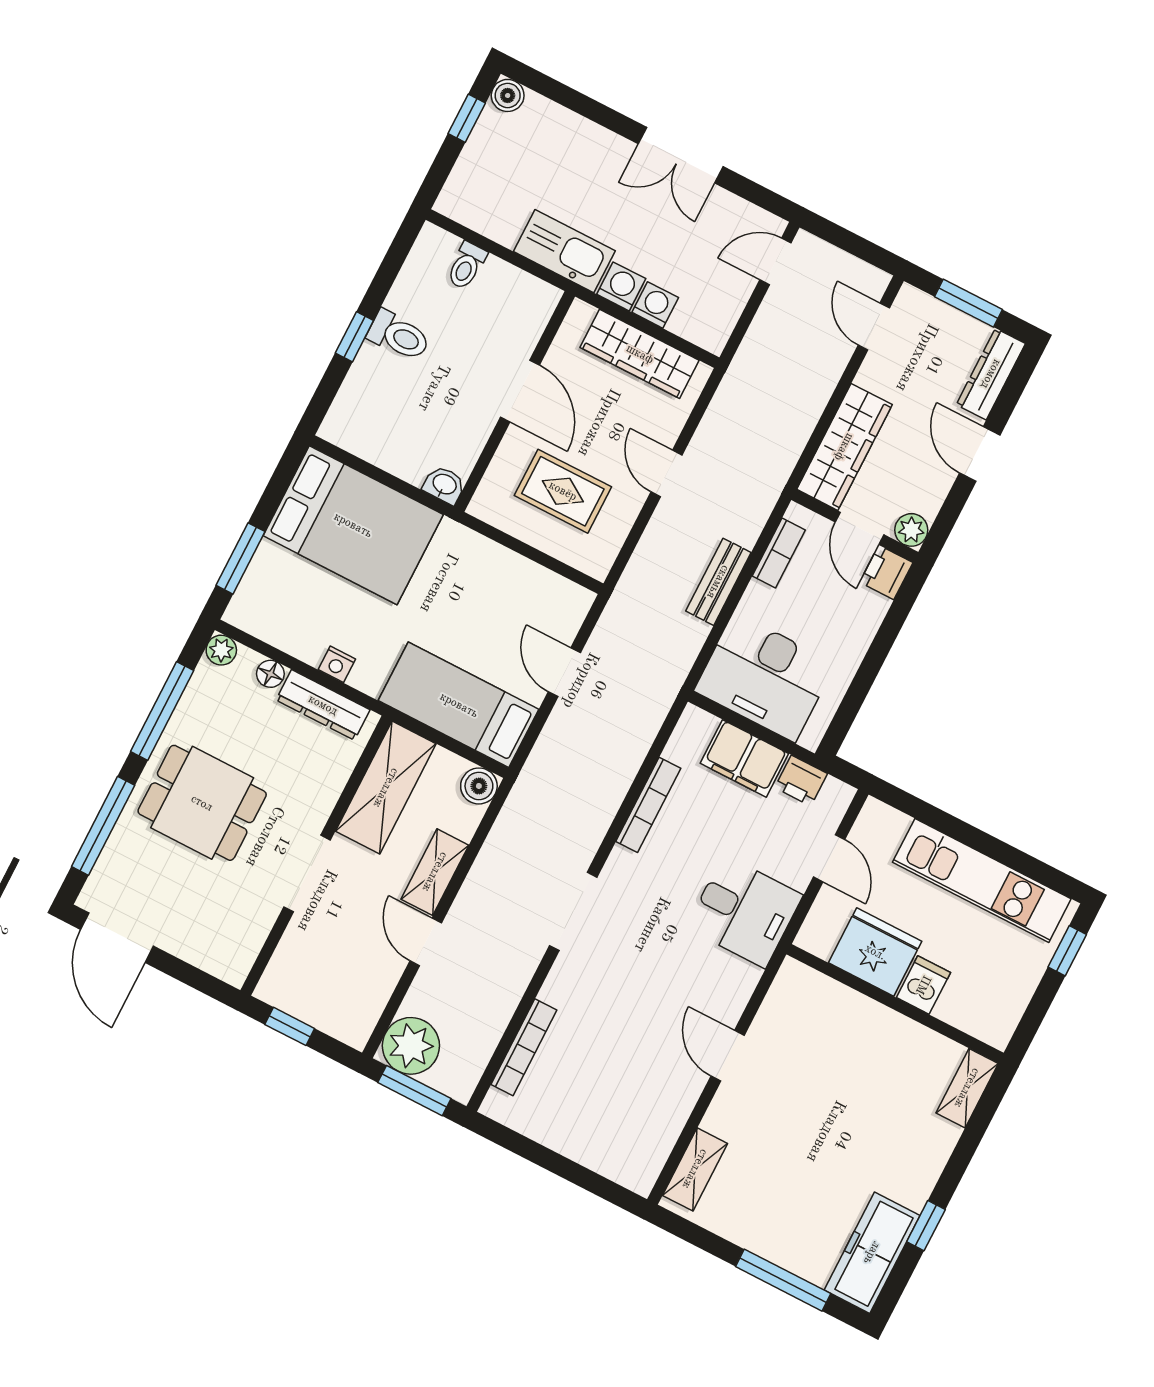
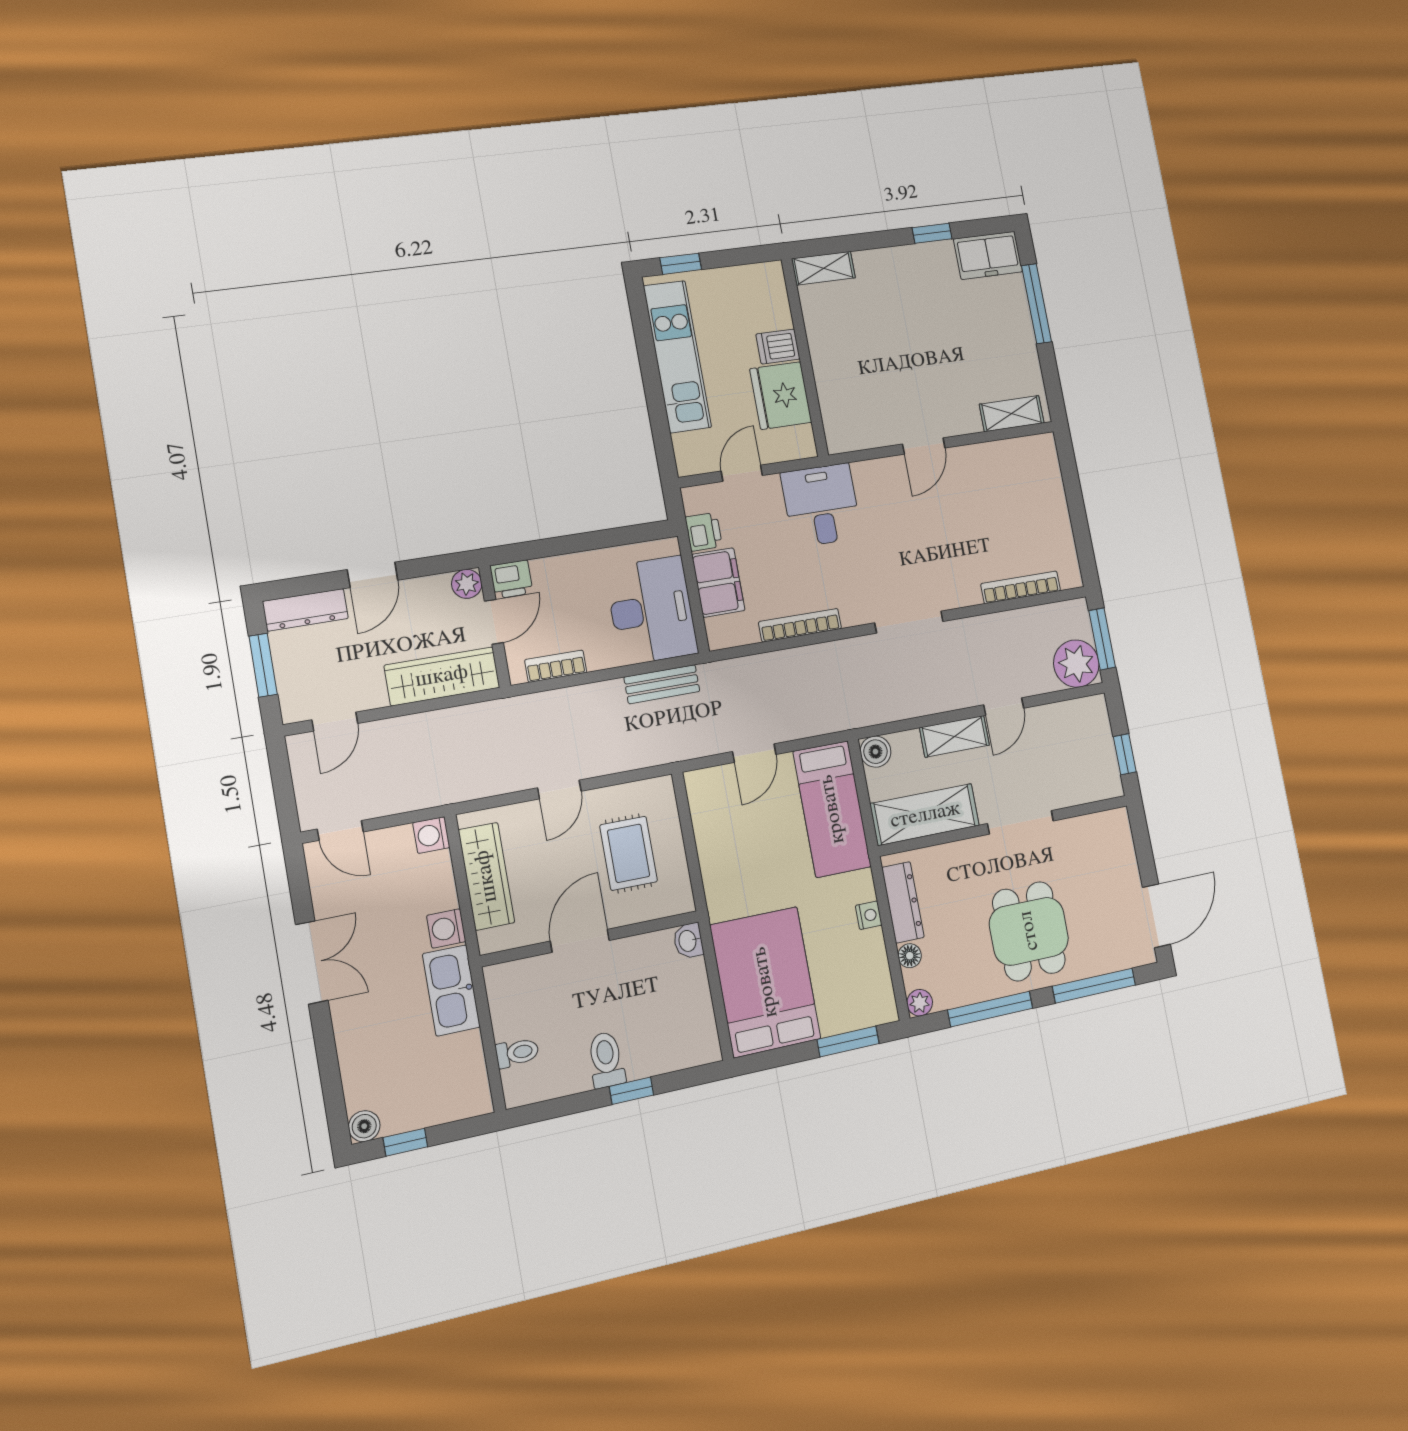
washing machine: (655, 305) -> (431, 835), moved
bench: (718, 582) -> (662, 684), moved
freezer: (872, 1253) -> (988, 255), width x0.71

